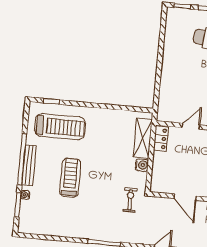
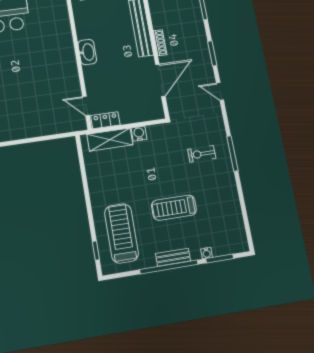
door: (191, 126) -> (86, 106), moved
bench: (29, 165) -> (173, 257), width x0.73
door: (185, 197) -> (160, 80), width x1.36
exercise bike: (130, 200) -> (202, 154), moved

